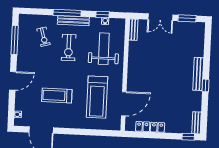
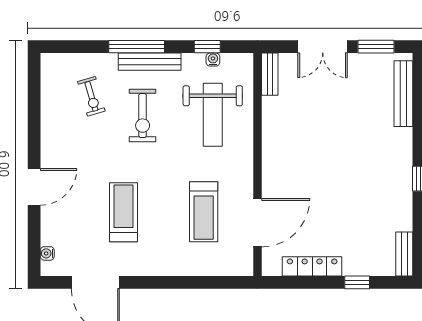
window: (15, 40) -> (34, 105), removed
weight bench: (104, 49) -> (213, 115), turned 180
bench: (198, 74) -> (403, 94), moved
treadmill: (57, 95) -> (123, 212), turned 90
treadmill: (97, 97) -> (204, 212), width x0.73, depth x0.73
window: (188, 137) -> (357, 282), moved

